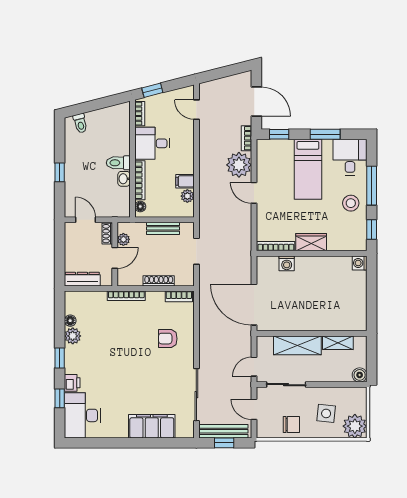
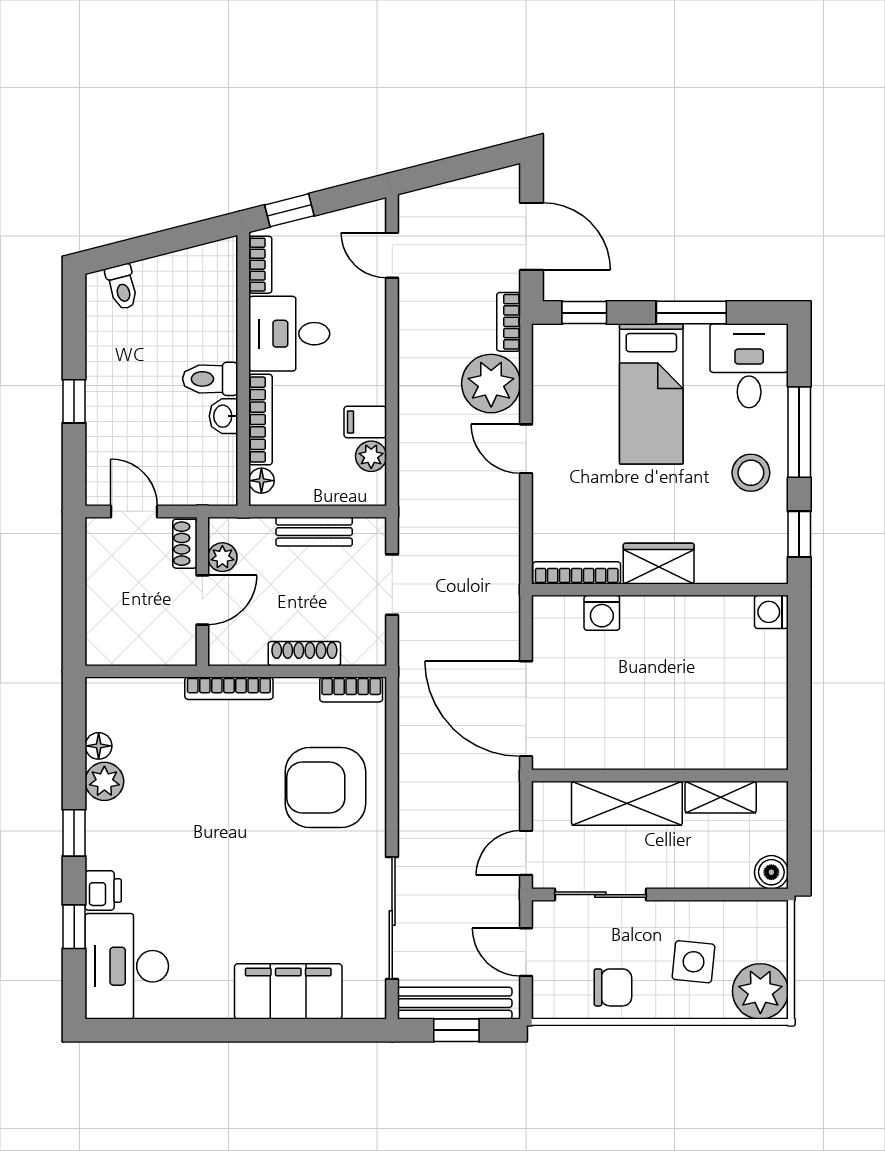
dresser: (82, 279) -> (127, 650), removed
armchair: (168, 339) -> (325, 788), width x1.88, depth x1.88

